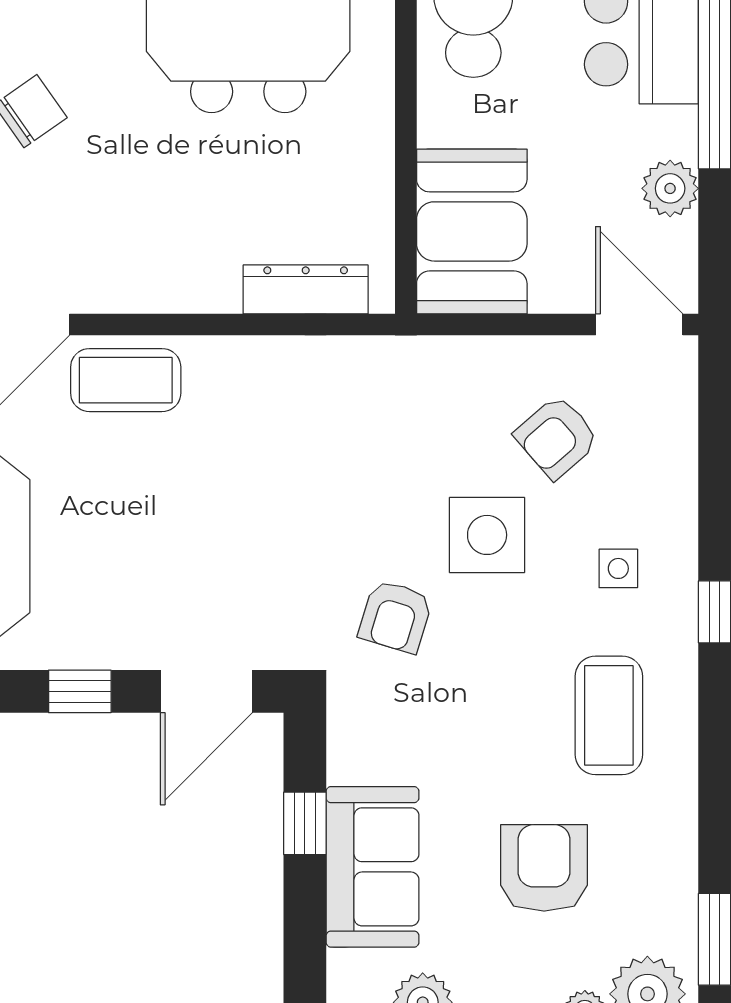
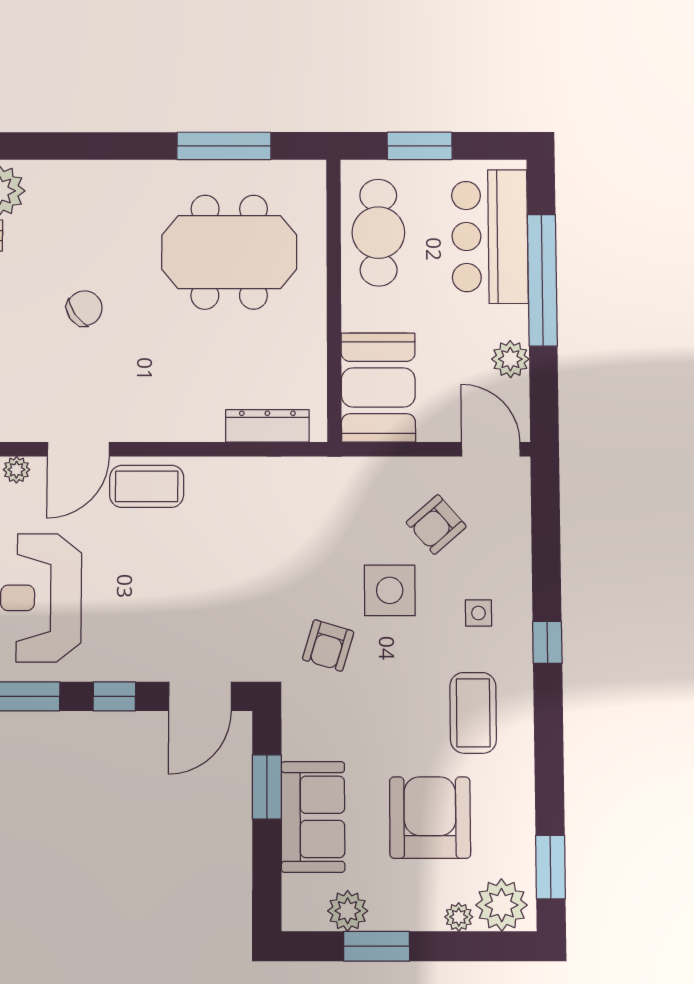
window: (305, 823) -> (267, 787), width x1.50
armchair: (544, 868) -> (430, 818), width x1.36, depth x1.36

